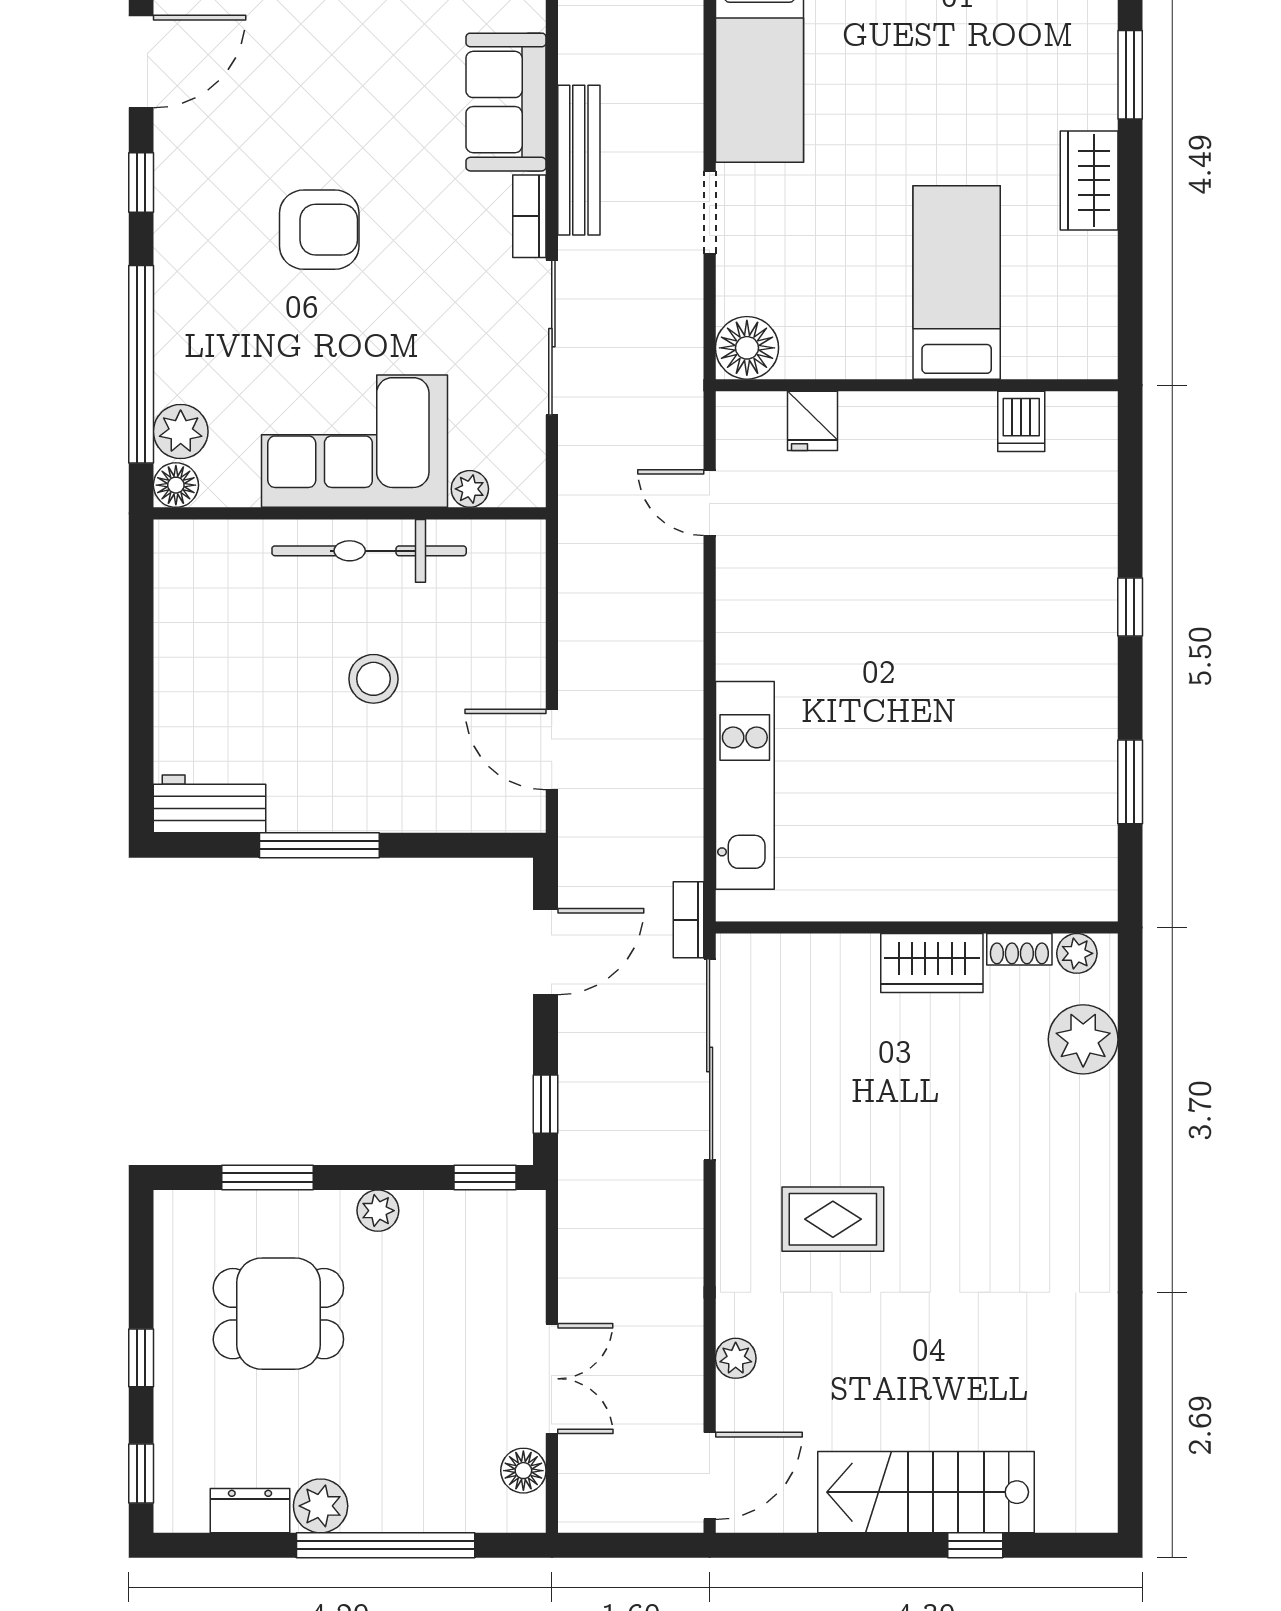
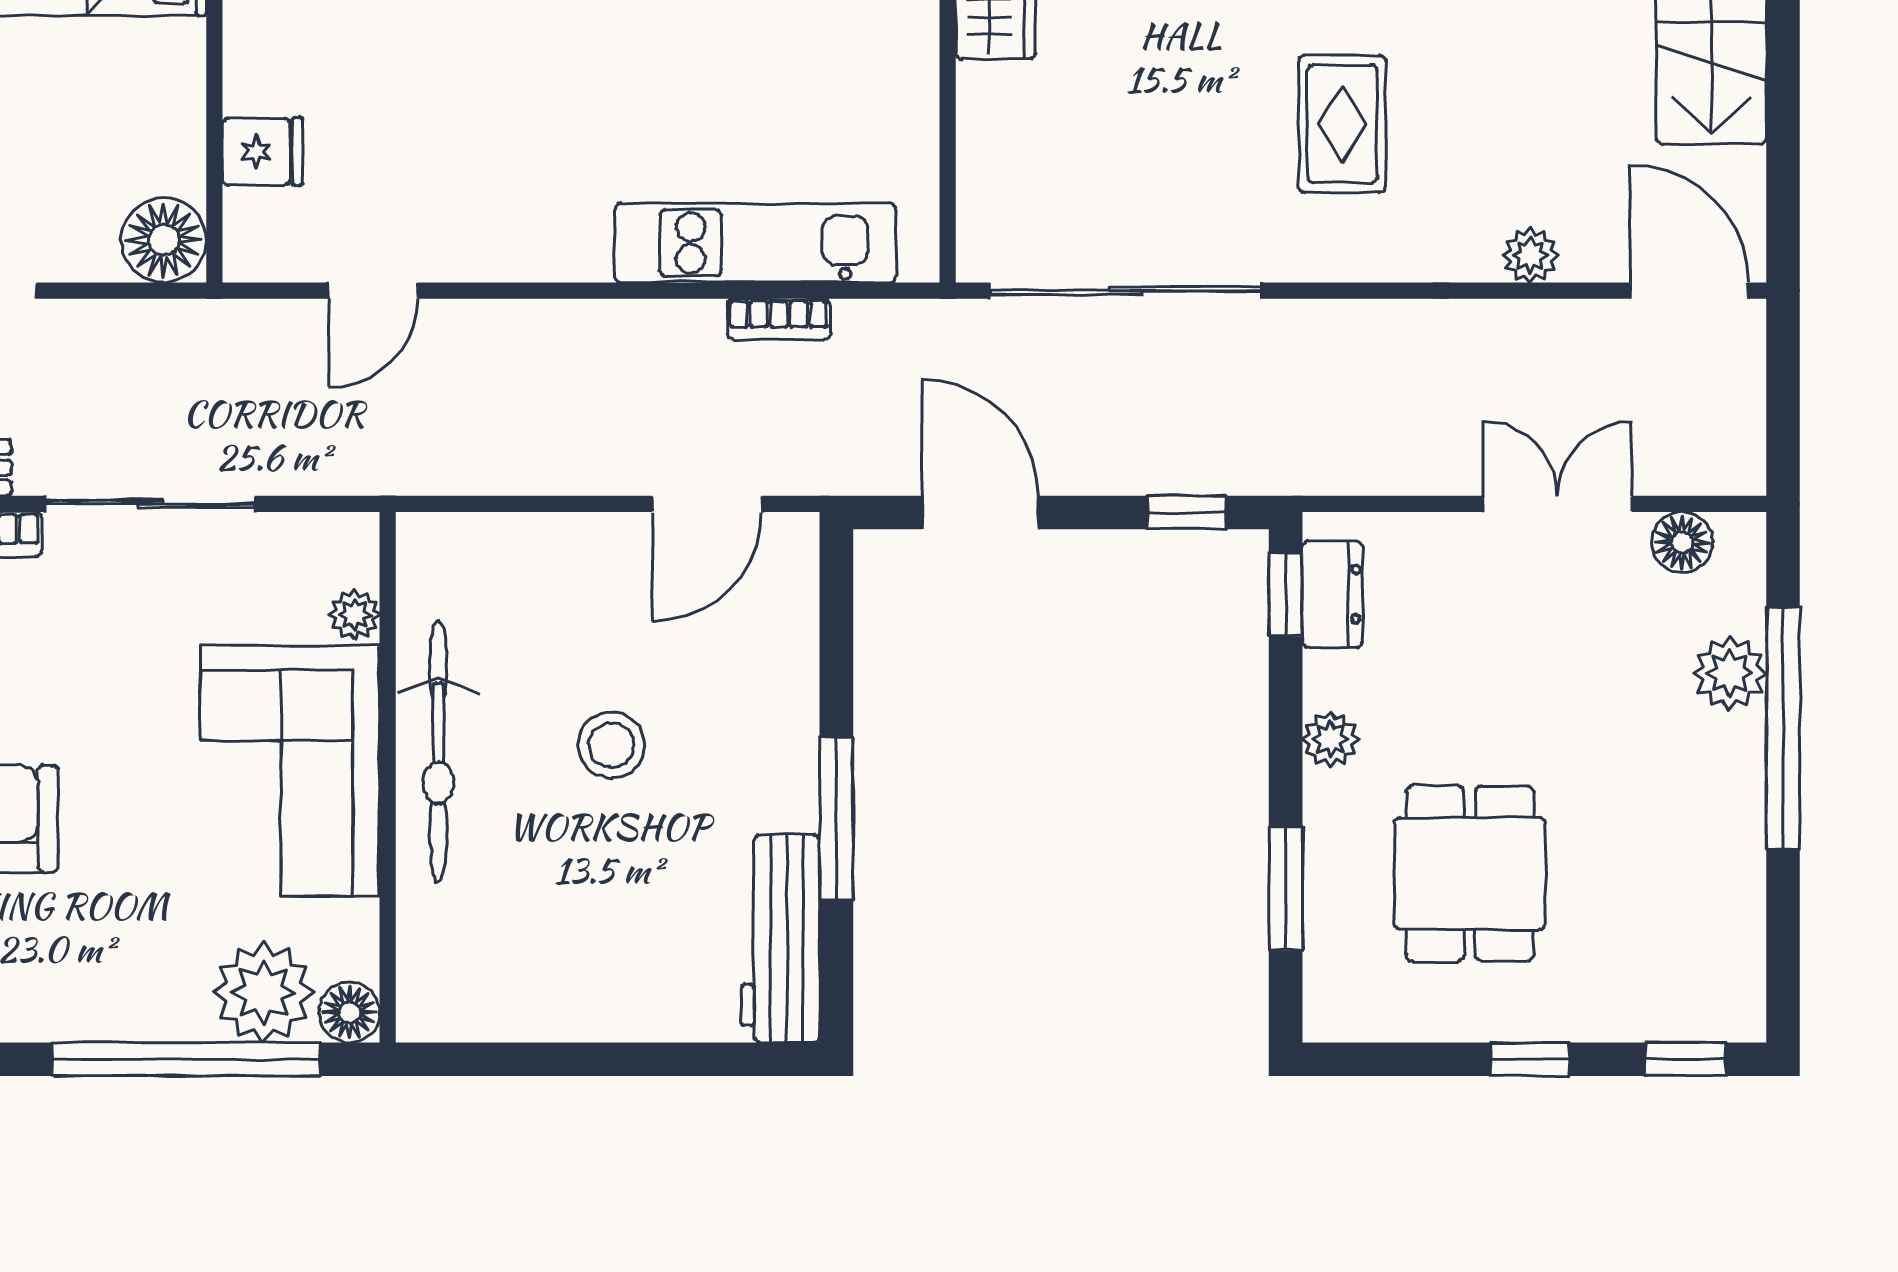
plant: (181, 432) -> (264, 992), width x1.36, depth x1.36
workbench: (210, 804) -> (781, 938), width x1.38
bookcase: (688, 920) -> (779, 319), moved
plant: (321, 1506) -> (1730, 673), moved
dresser: (250, 1511) -> (1332, 594), moved, turned 180

